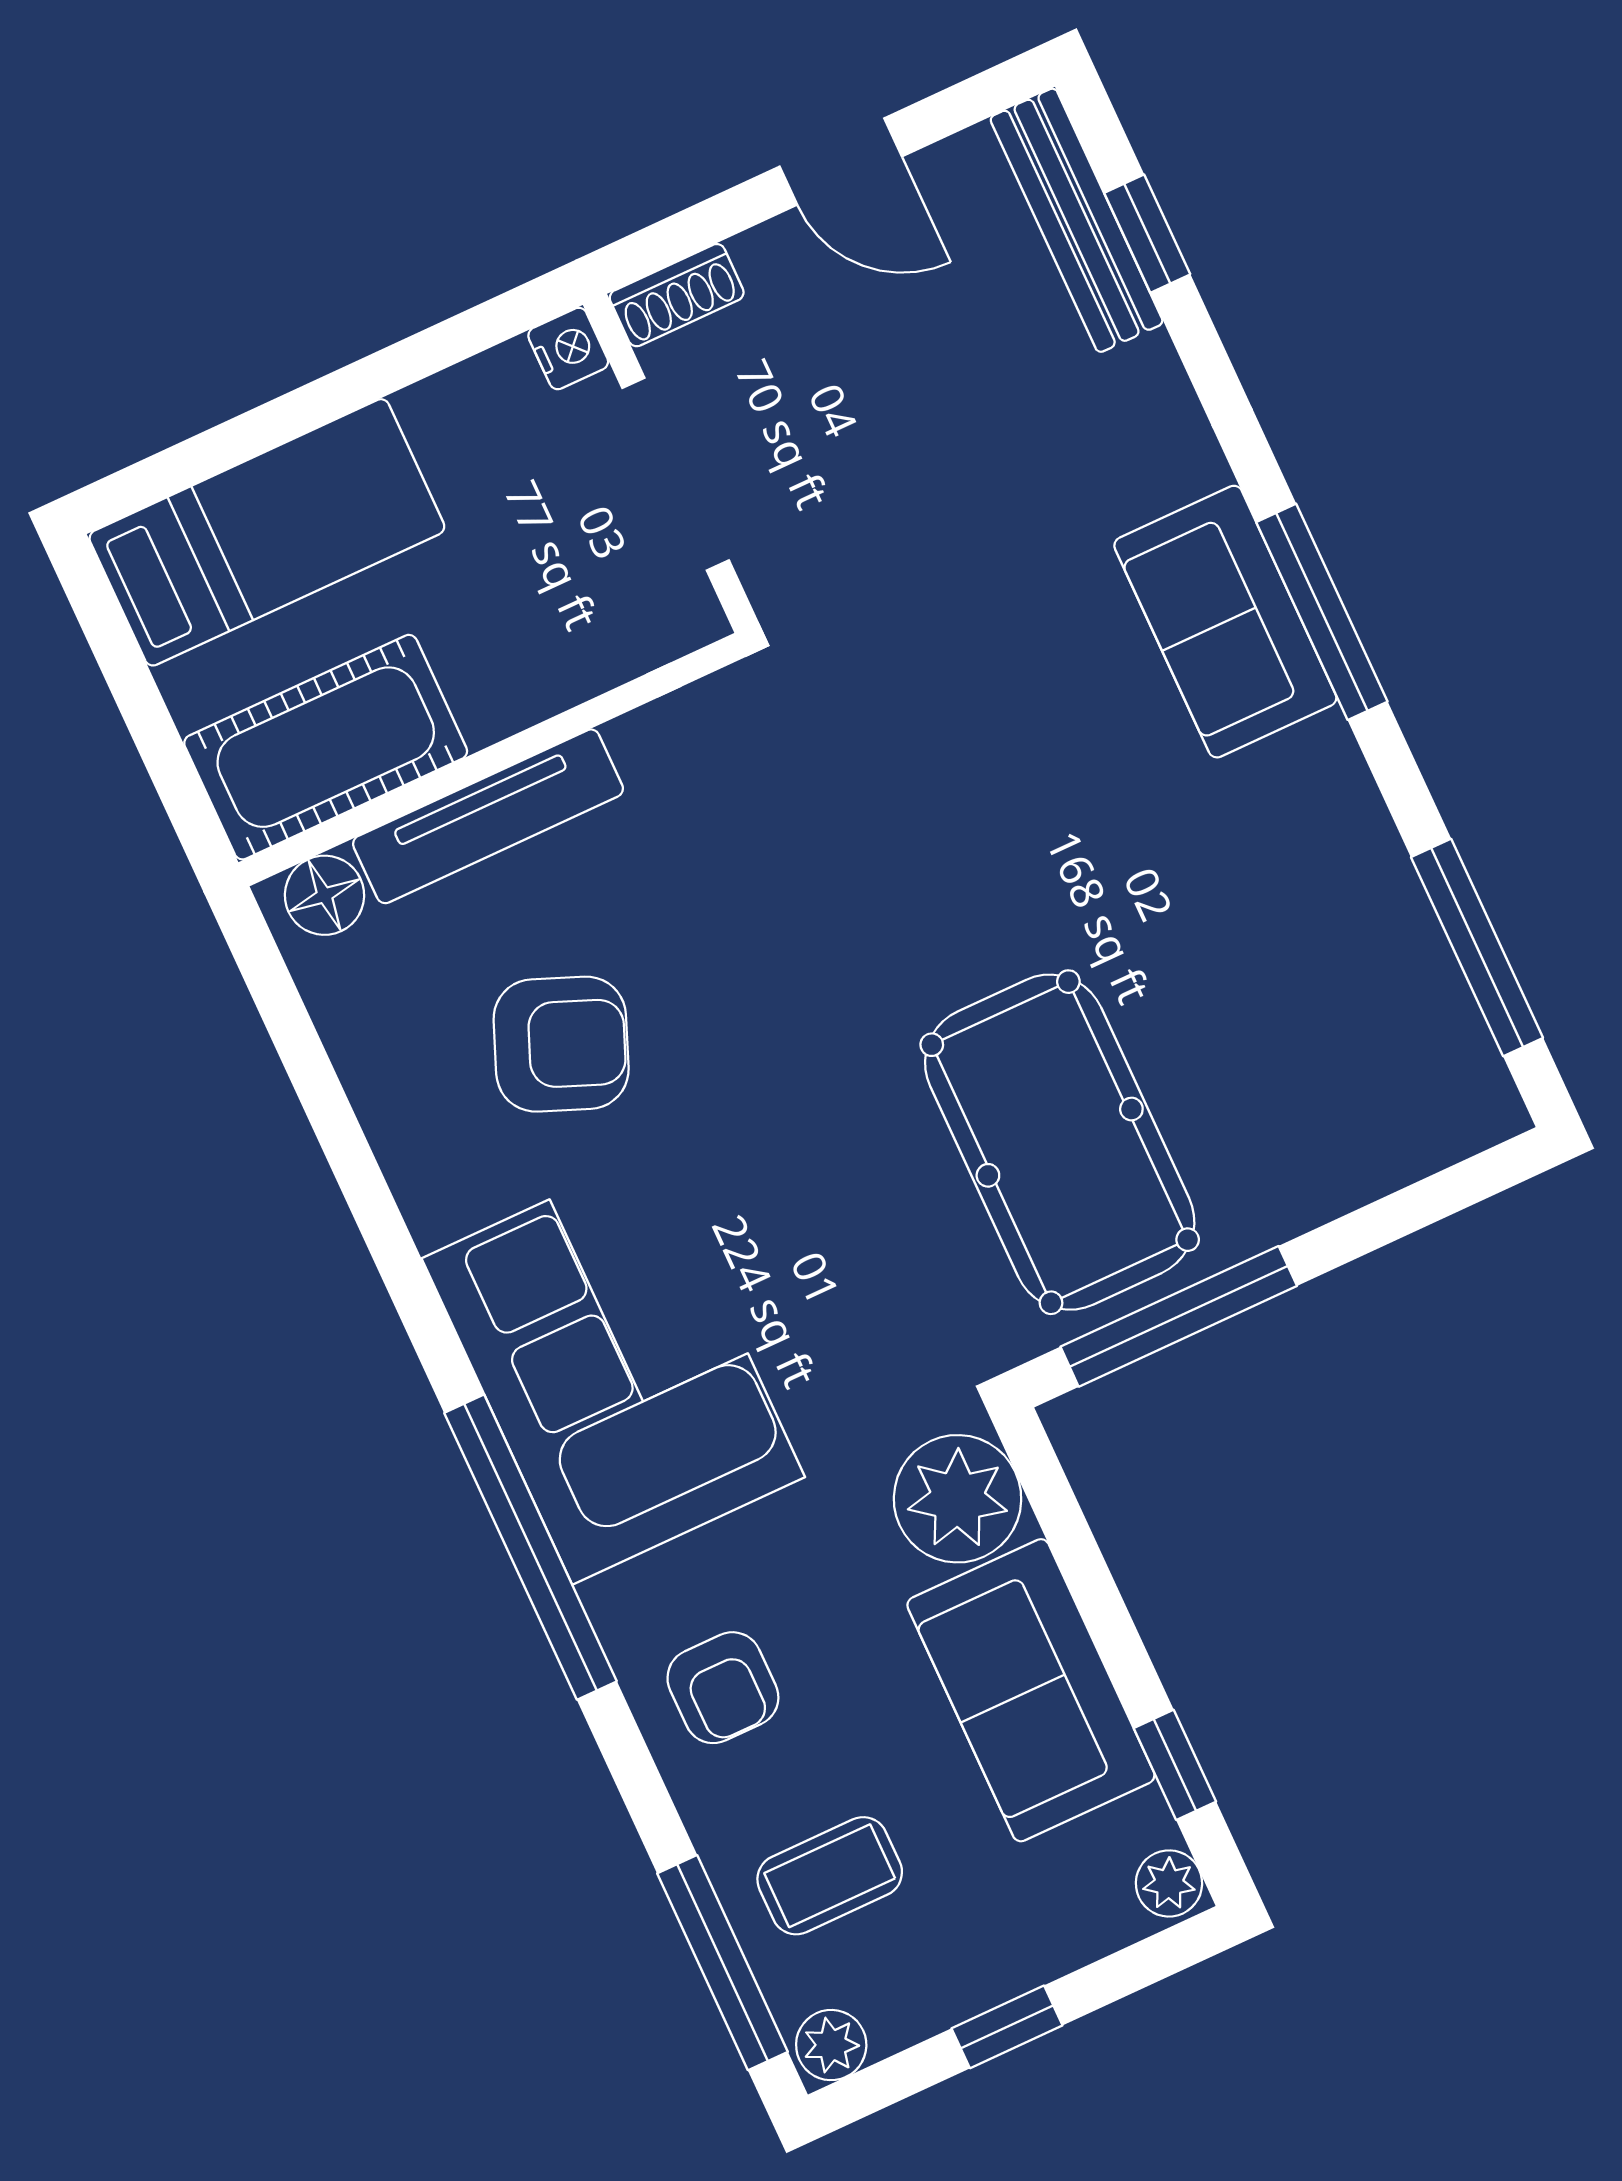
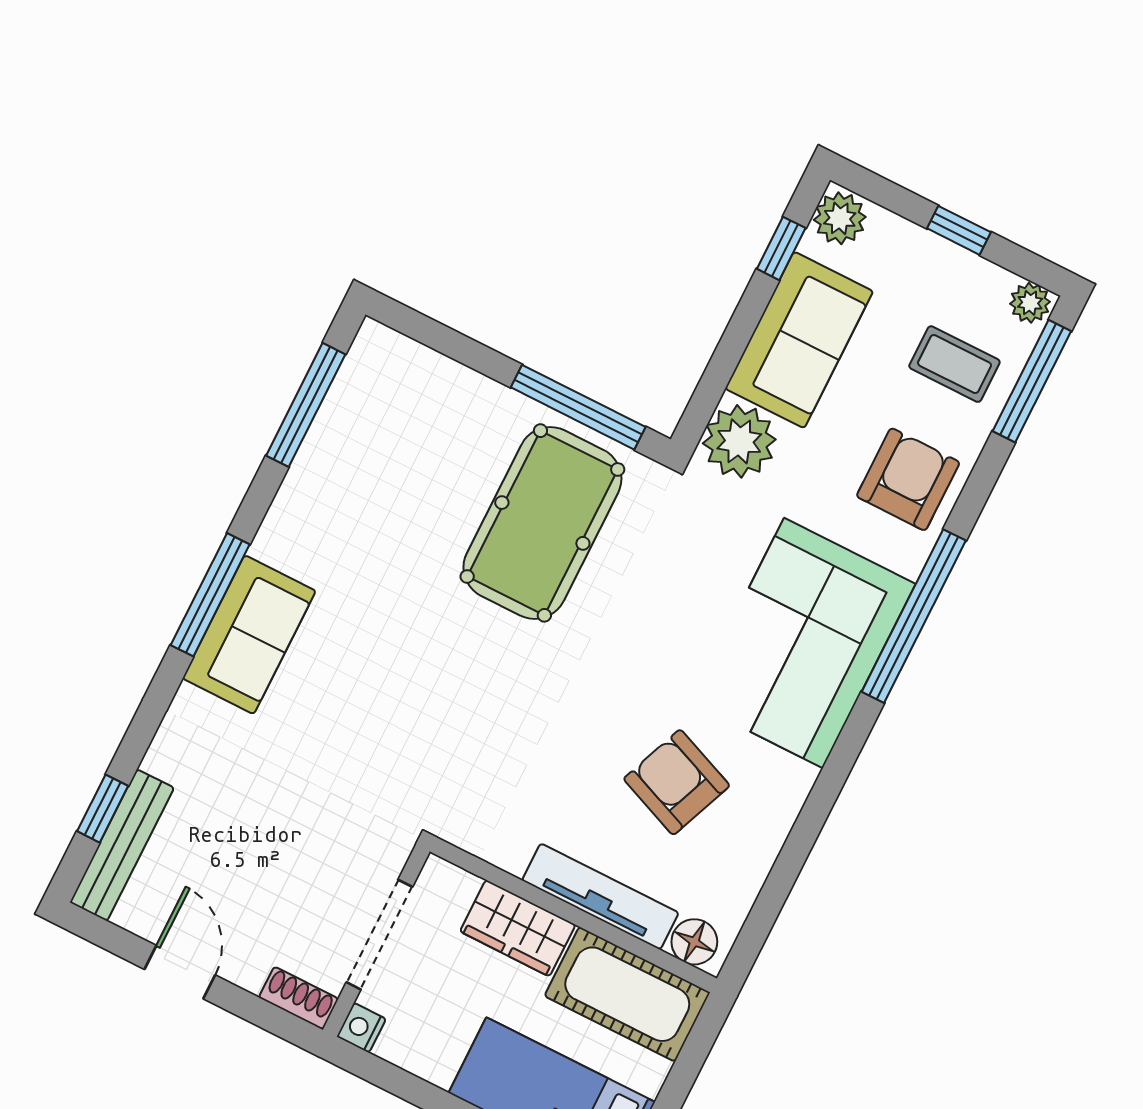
wardrobe: (534, 670) -> (518, 928), added
armchair: (723, 1688) -> (908, 479), width x1.38, depth x1.38
plant: (1169, 1883) -> (840, 218), width x1.38, depth x1.38

